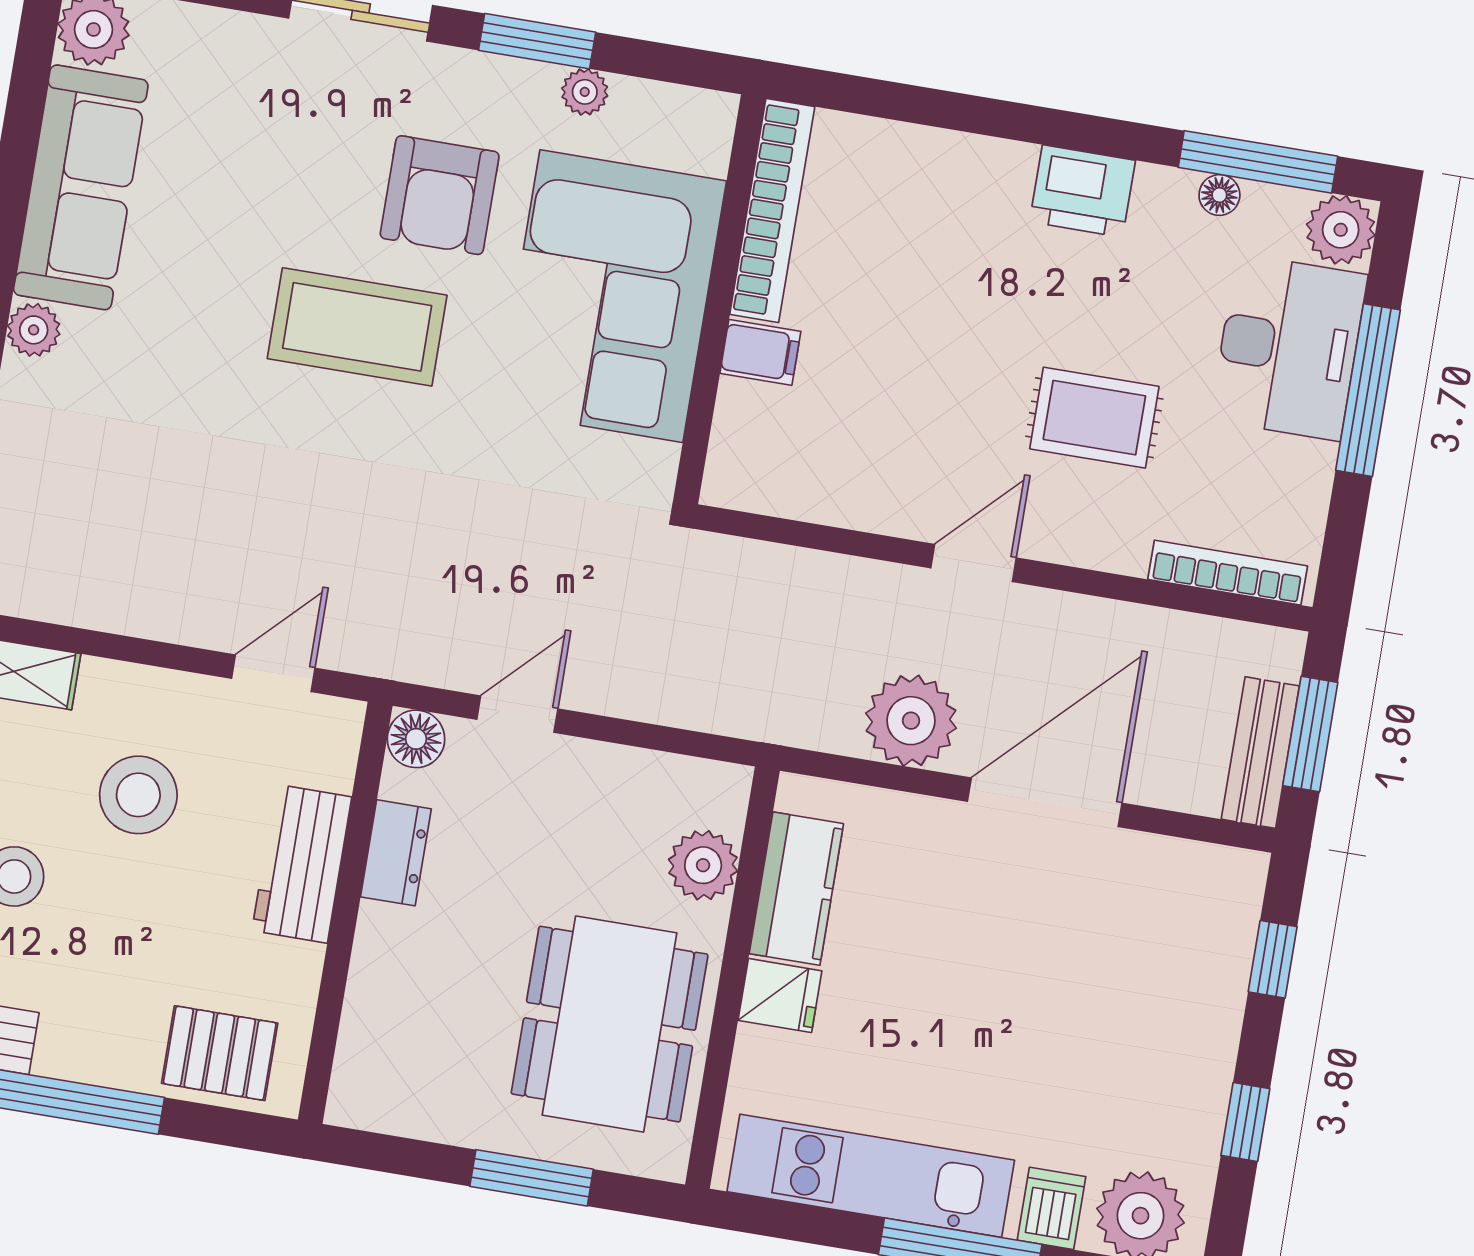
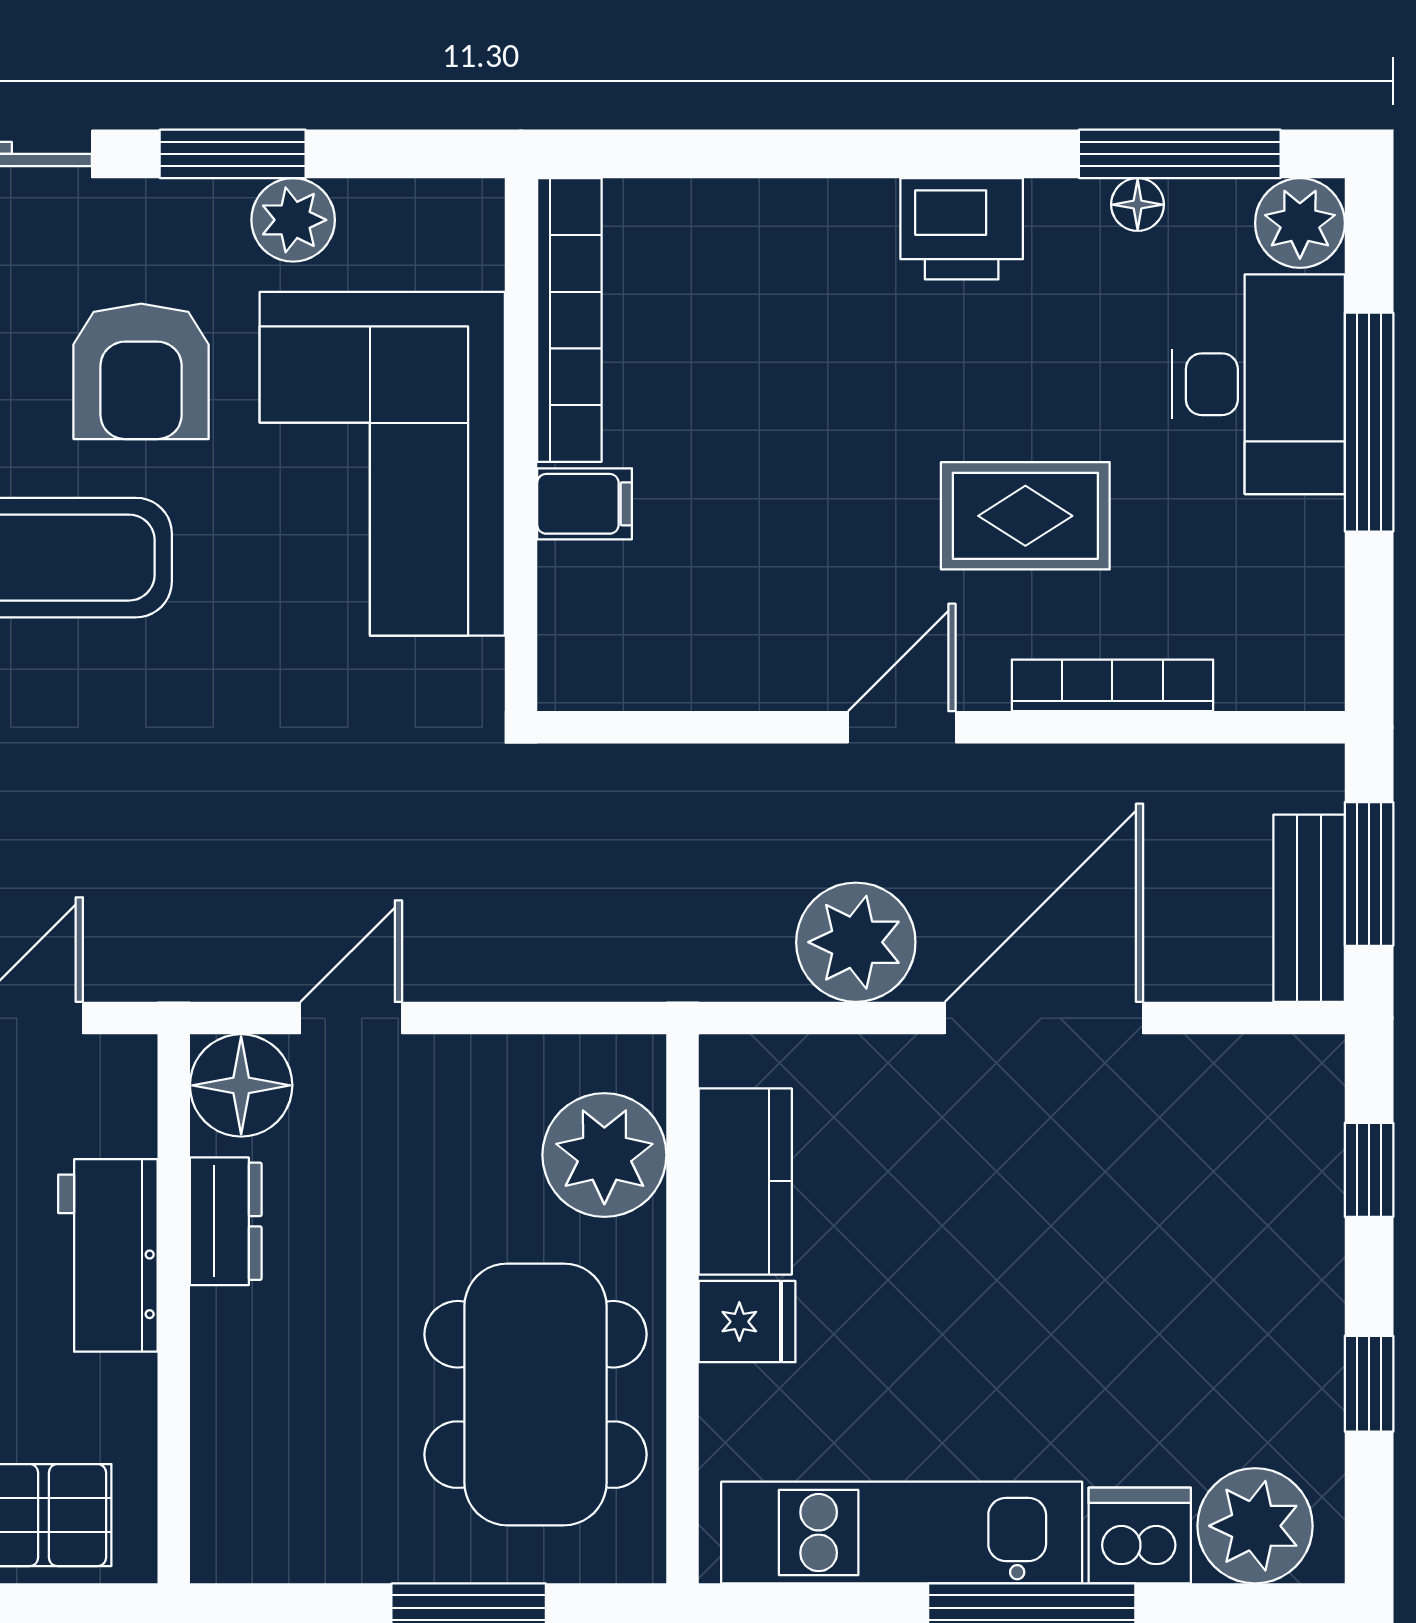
plant: (585, 92) -> (293, 220), width x1.38, depth x1.38
bookcase: (1228, 573) -> (1112, 685), moved
floor lamp: (416, 739) -> (241, 1085), width x1.38, depth x1.38
plant: (703, 865) -> (604, 1155), width x1.36, depth x1.36
dishwasher: (1052, 1208) -> (1140, 1536), width x1.38

